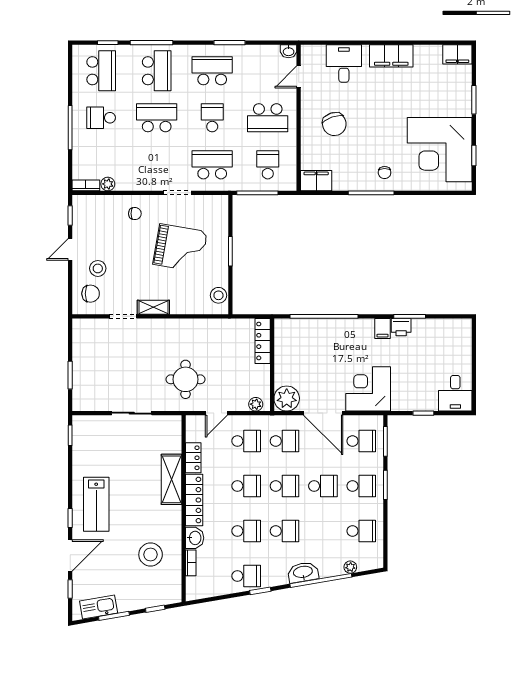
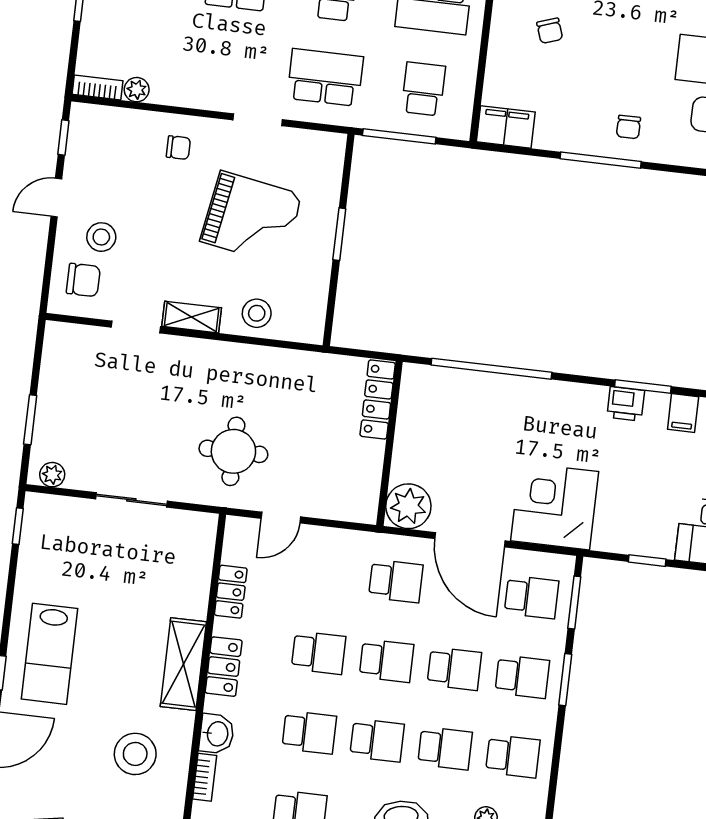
chair: (334, 124) -> (550, 31), width x0.54, depth x0.54
stool: (218, 295) -> (257, 313), moved
filing cabinet: (383, 329) -> (683, 413), moved
plant: (256, 404) -> (52, 475), moved
school desk: (246, 441) -> (445, 748), moved
shelving: (172, 479) -> (183, 664), moved
locker: (194, 500) -> (224, 667), width x0.66

